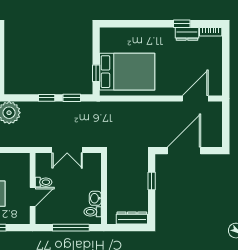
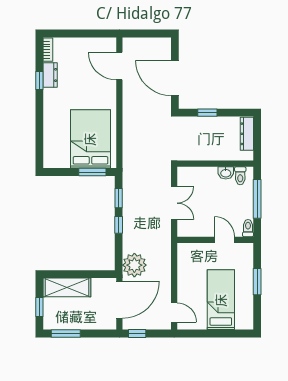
window: (96, 73) -> (92, 172), width x1.50
toilet: (44, 182) -> (248, 228), moved

